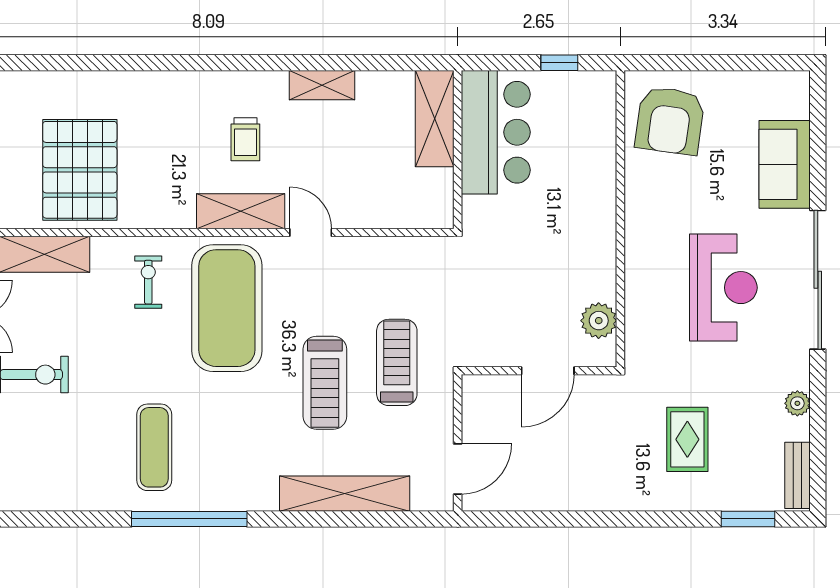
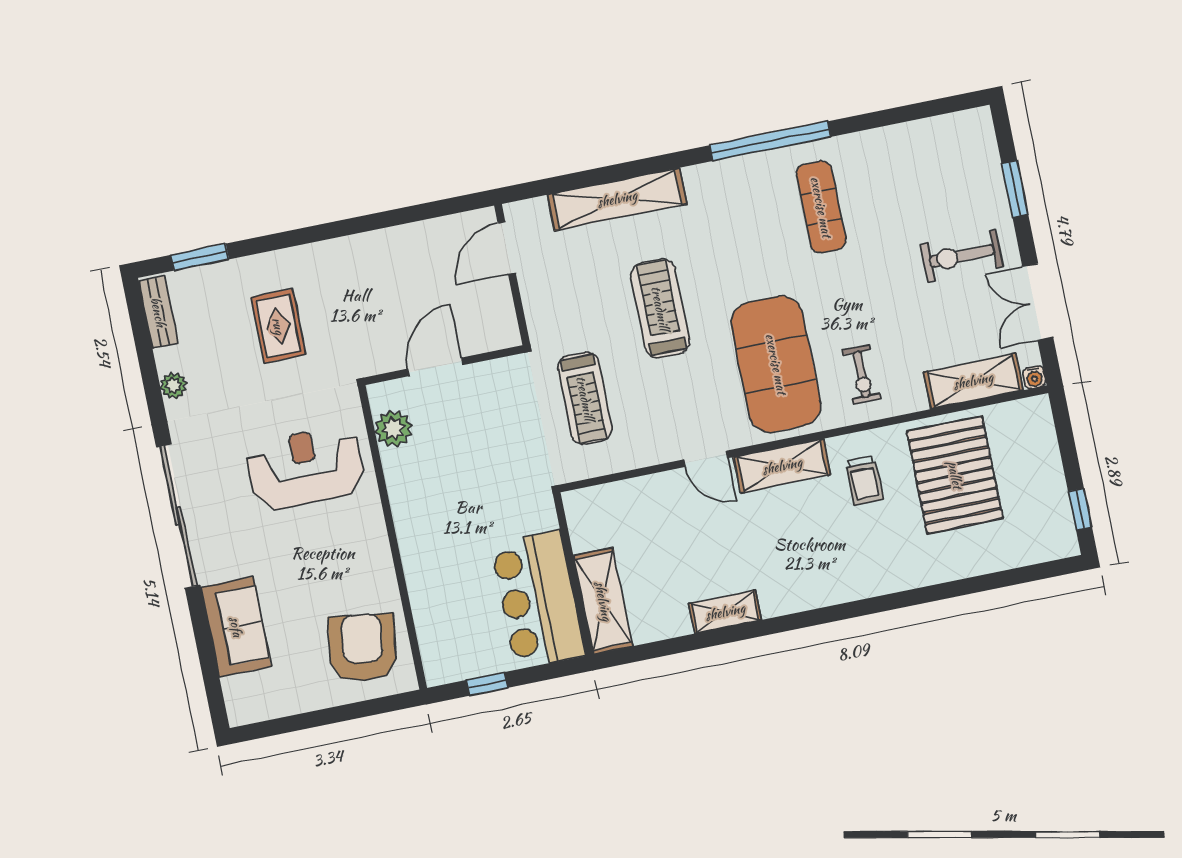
trolley: (245, 139) -> (864, 481), moved, turned 180
reception desk: (723, 288) -> (306, 468), moved, turned 90
treadmill: (397, 362) -> (585, 398), moved

